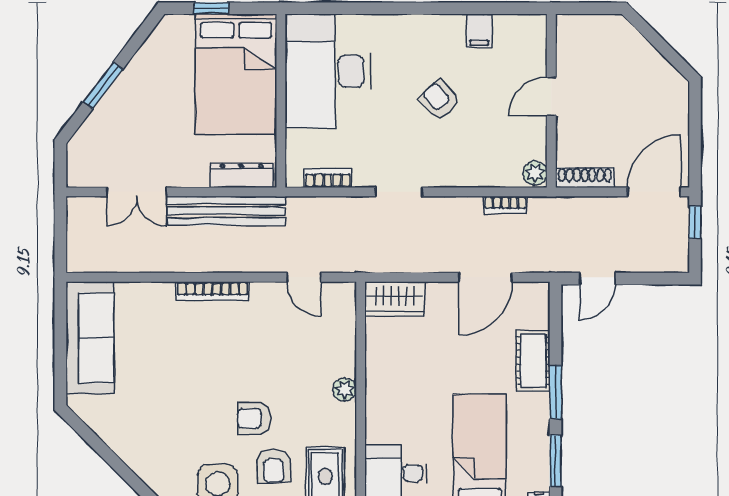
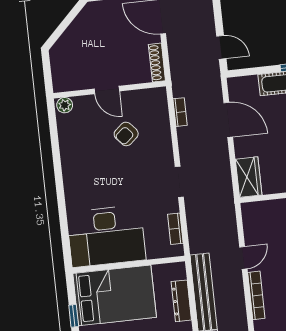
filing cabinet: (479, 31) -> (70, 141), removed
armchair: (439, 100) -> (126, 134), moved
plant: (535, 173) -> (65, 105), moved
dresser: (242, 175) -> (181, 301), moved
door: (304, 277) -> (243, 258), moved

